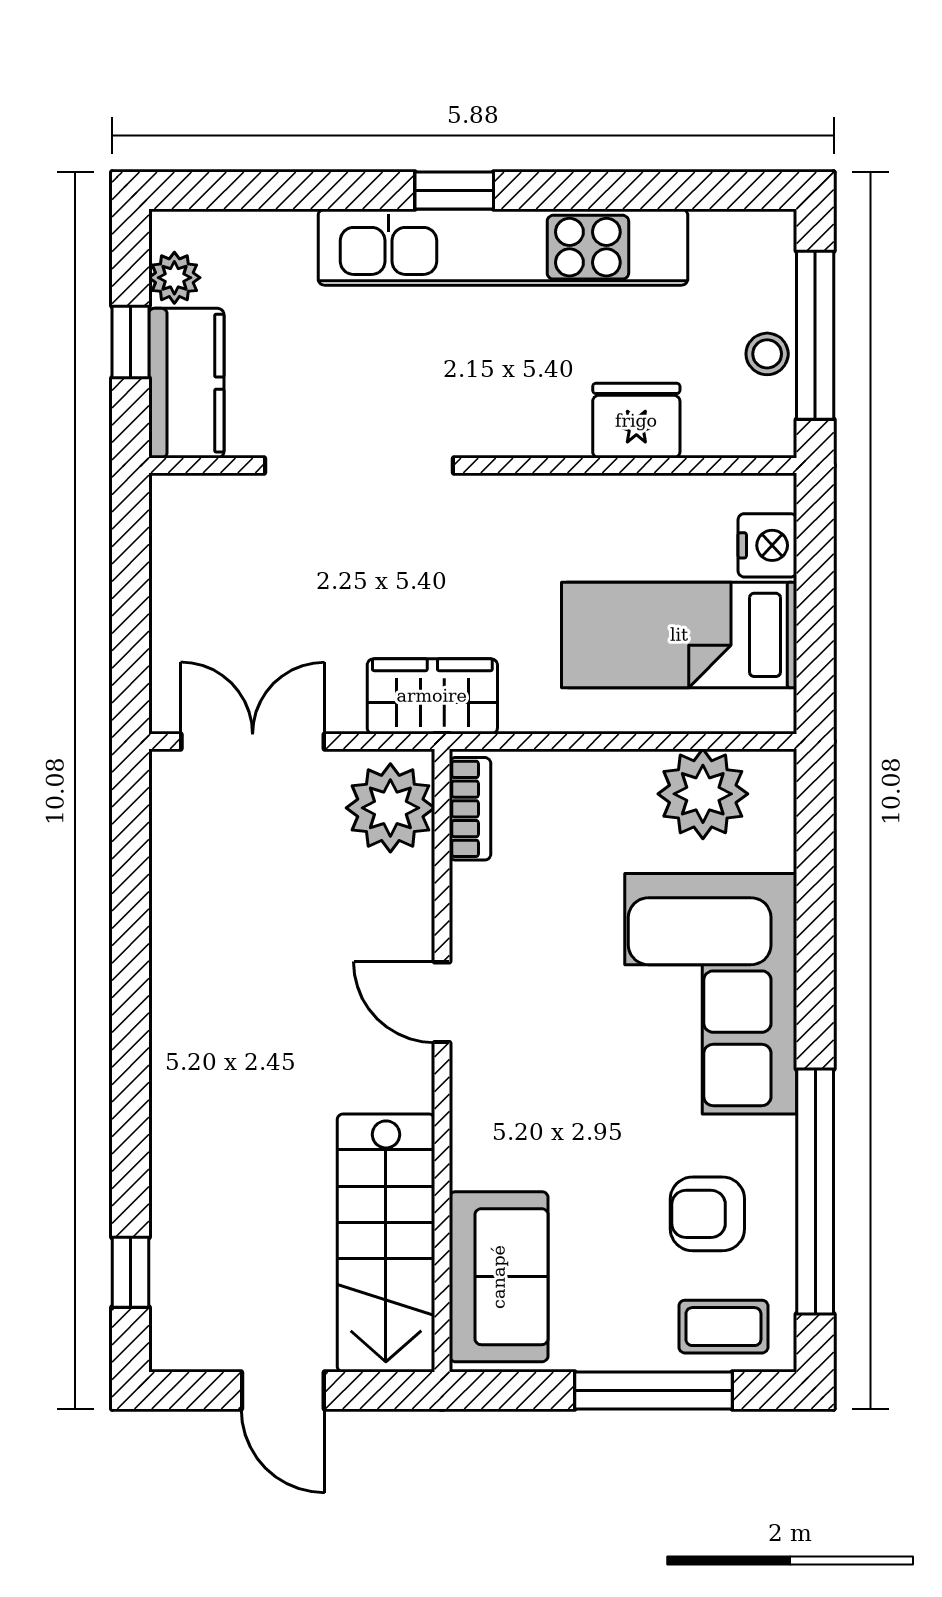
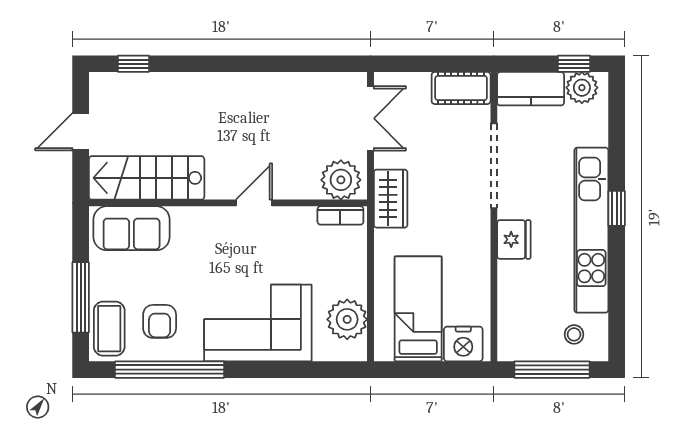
plant: (174, 278) -> (582, 88), width x1.38, depth x1.38
window: (130, 342) -> (574, 64), moved
stool: (767, 354) -> (574, 334), moved
fridge: (636, 421) -> (514, 239), moved
cot: (185, 539) -> (461, 88), added
nightstand: (767, 545) -> (463, 344), width x1.36, depth x1.33
armchair: (707, 1214) -> (160, 321), turned 180
coffee table: (723, 1327) -> (109, 329), width x1.36, depth x1.30

